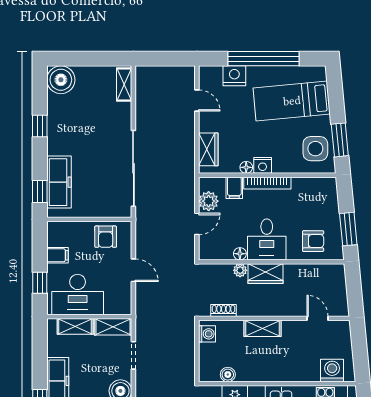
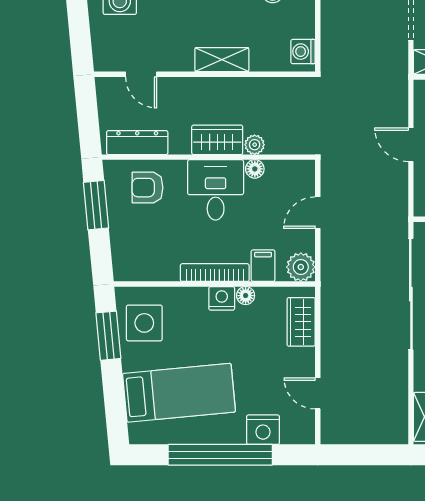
plant: (209, 201) -> (301, 267), moved
dresser: (320, 272) -> (137, 143), added
shoe rack: (223, 310) -> (279, 86), removed

